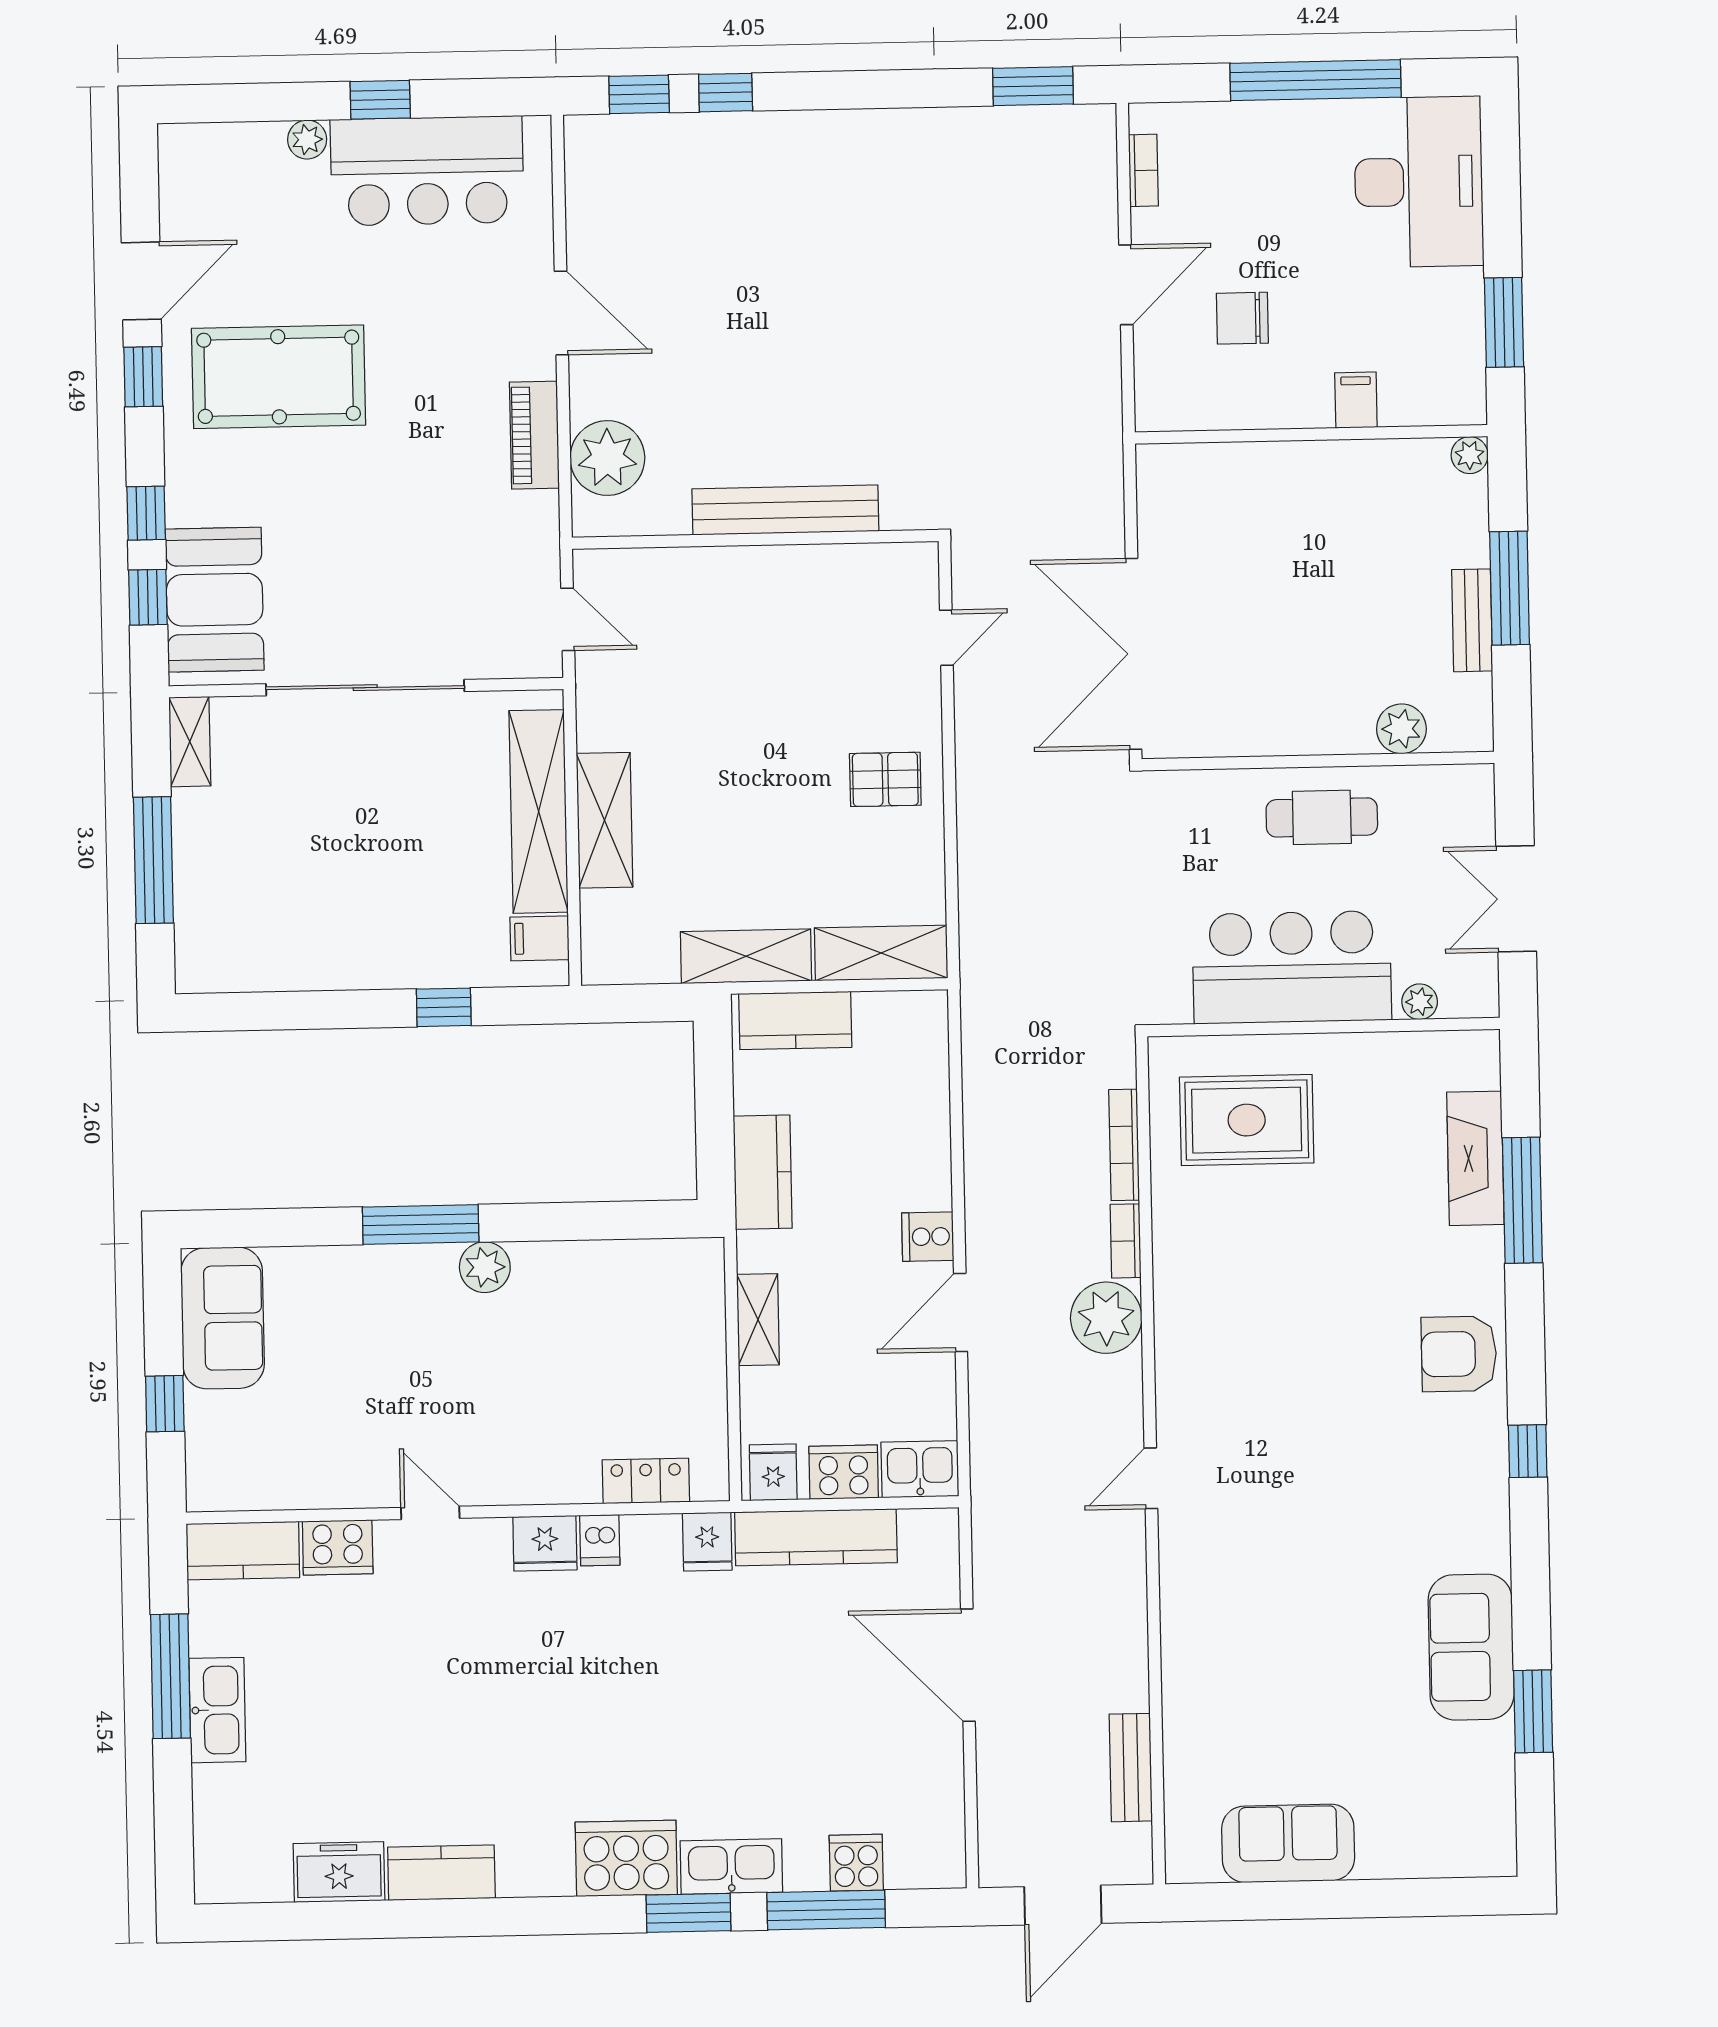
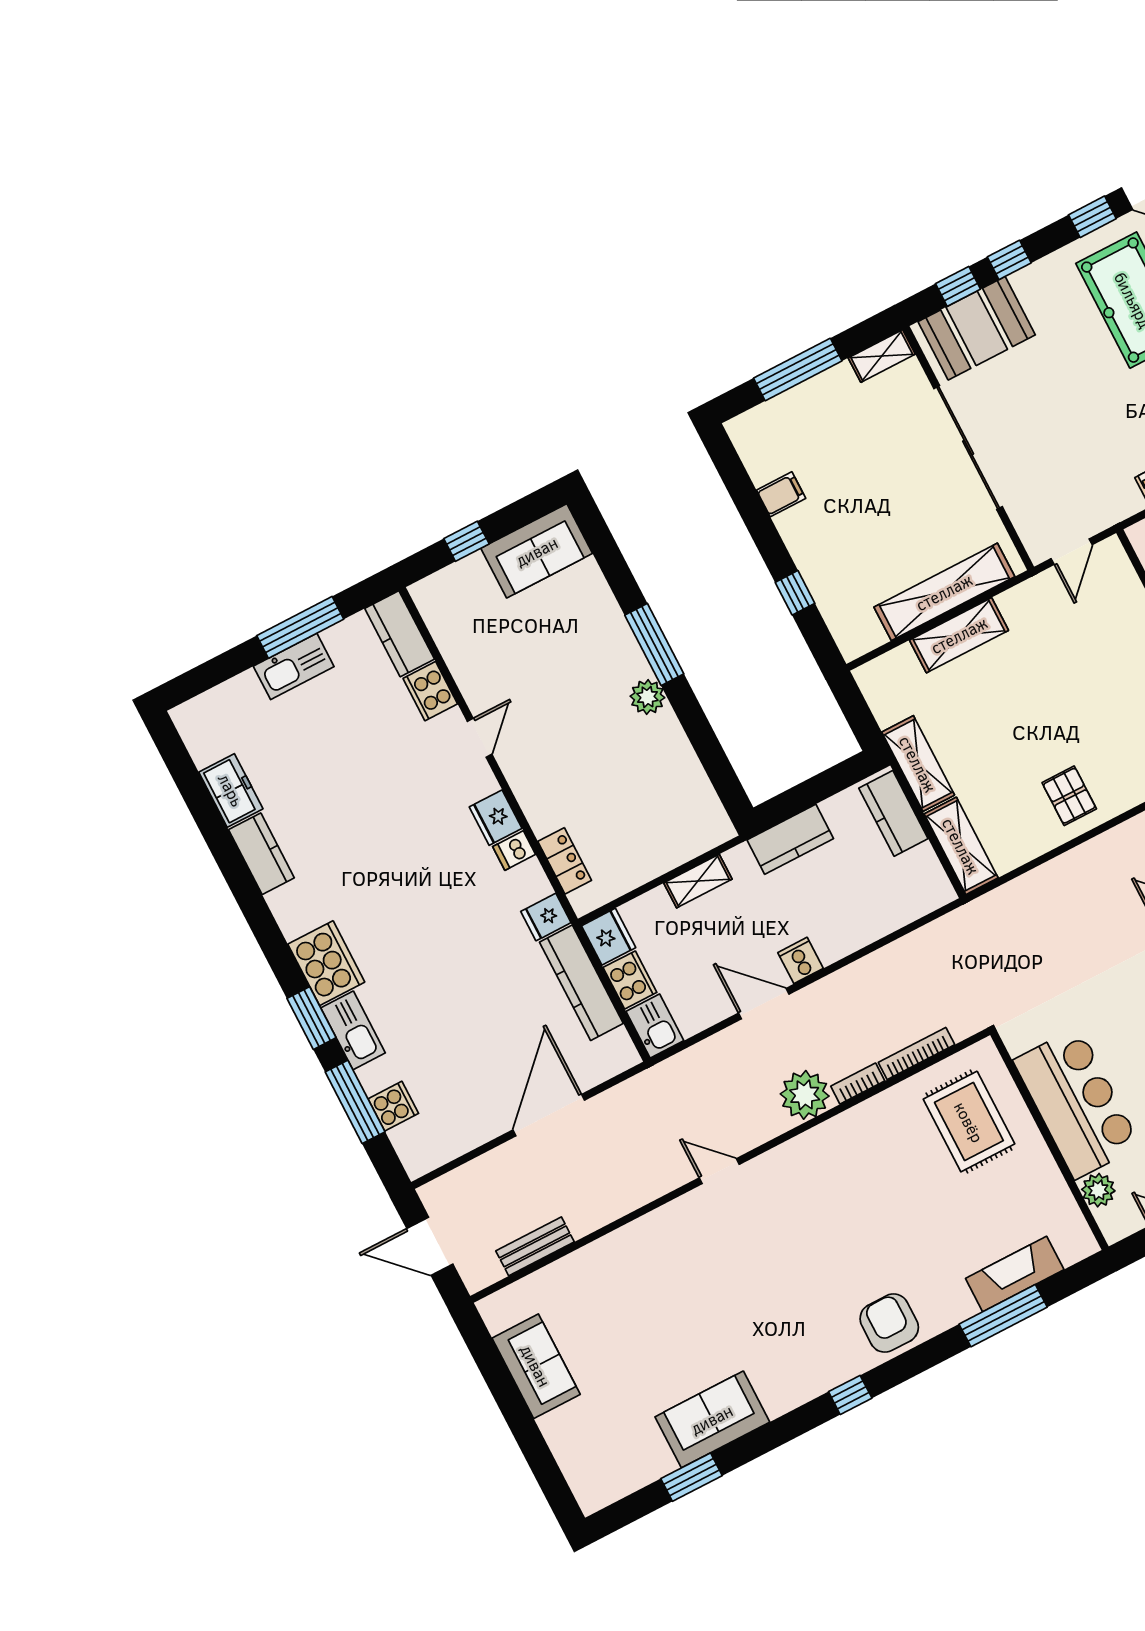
filing cabinet: (540, 938) -> (781, 494), moved, turned 90
plant: (1420, 1002) -> (1098, 1190), width x1.38, depth x1.38
fridge: (773, 1472) -> (609, 937), width x1.38

